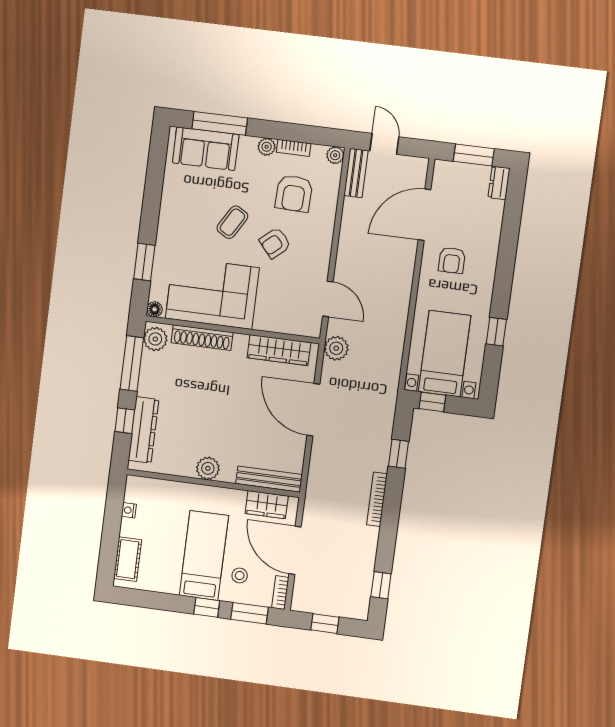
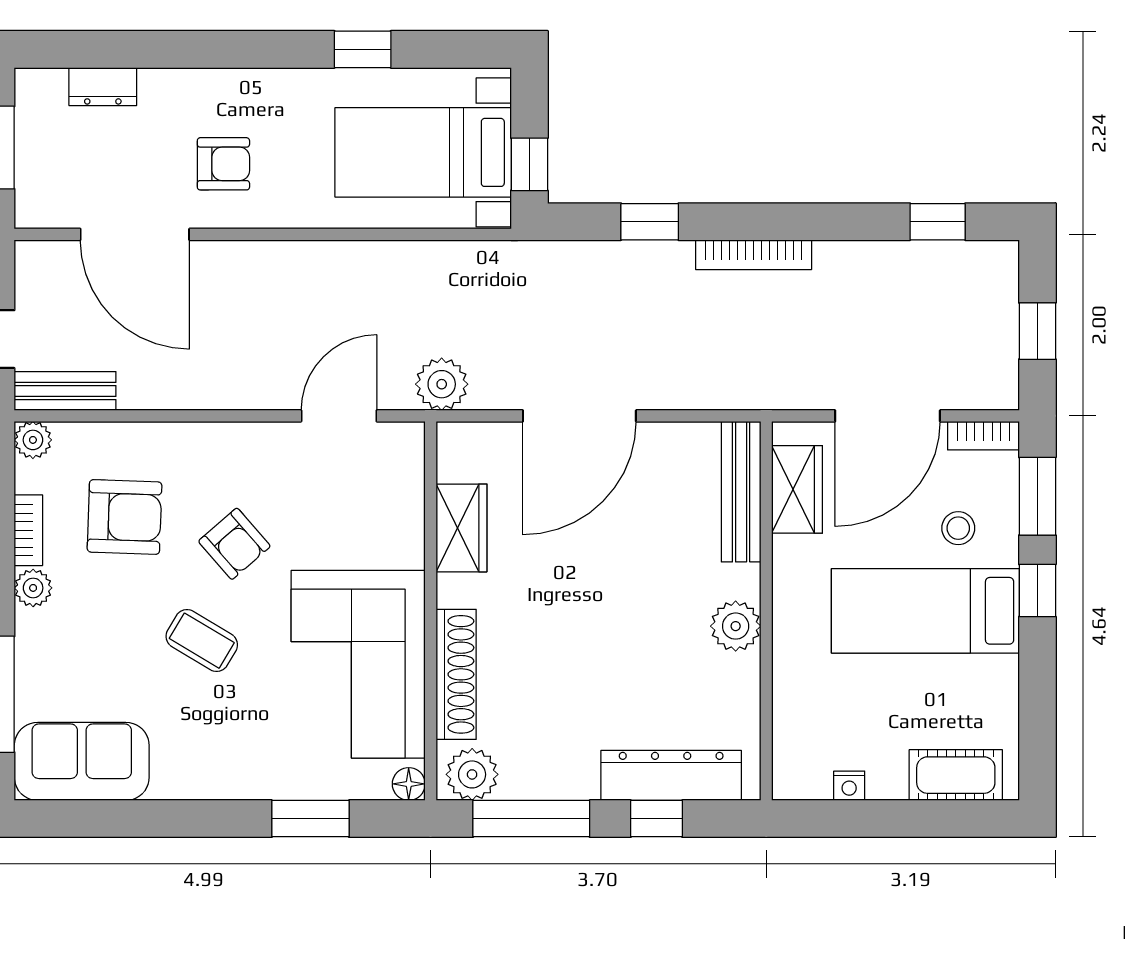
sofa: (206, 149) -> (82, 761), moved, turned -90
dresser: (499, 183) -> (103, 87), moved
wardrobe: (279, 350) -> (461, 528), width x0.67

